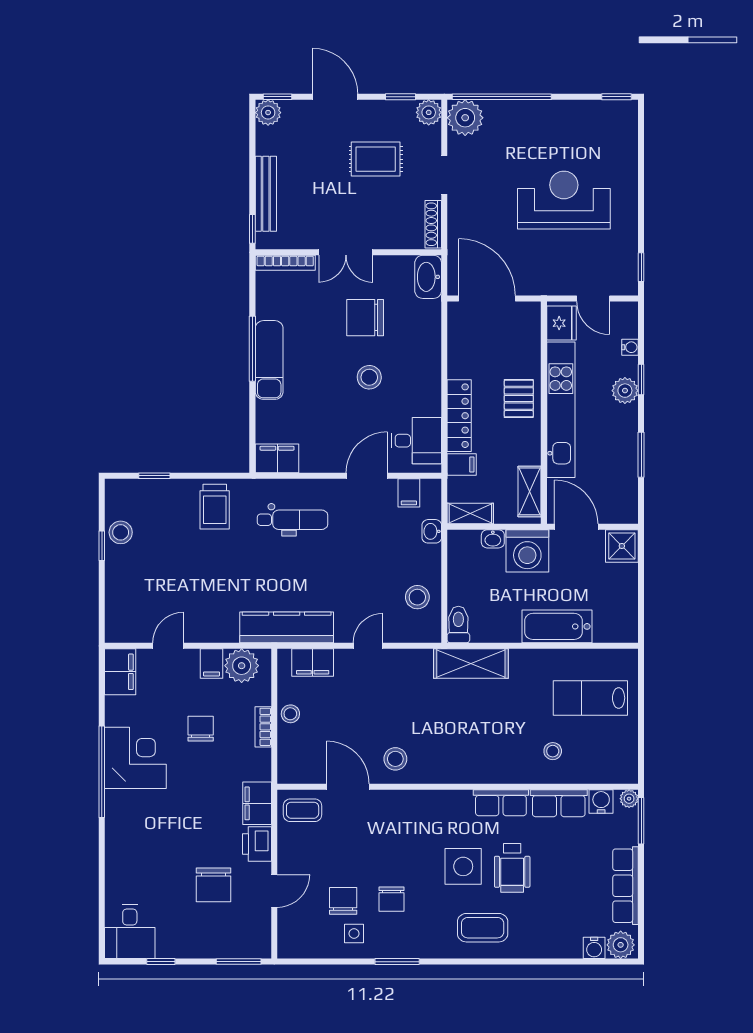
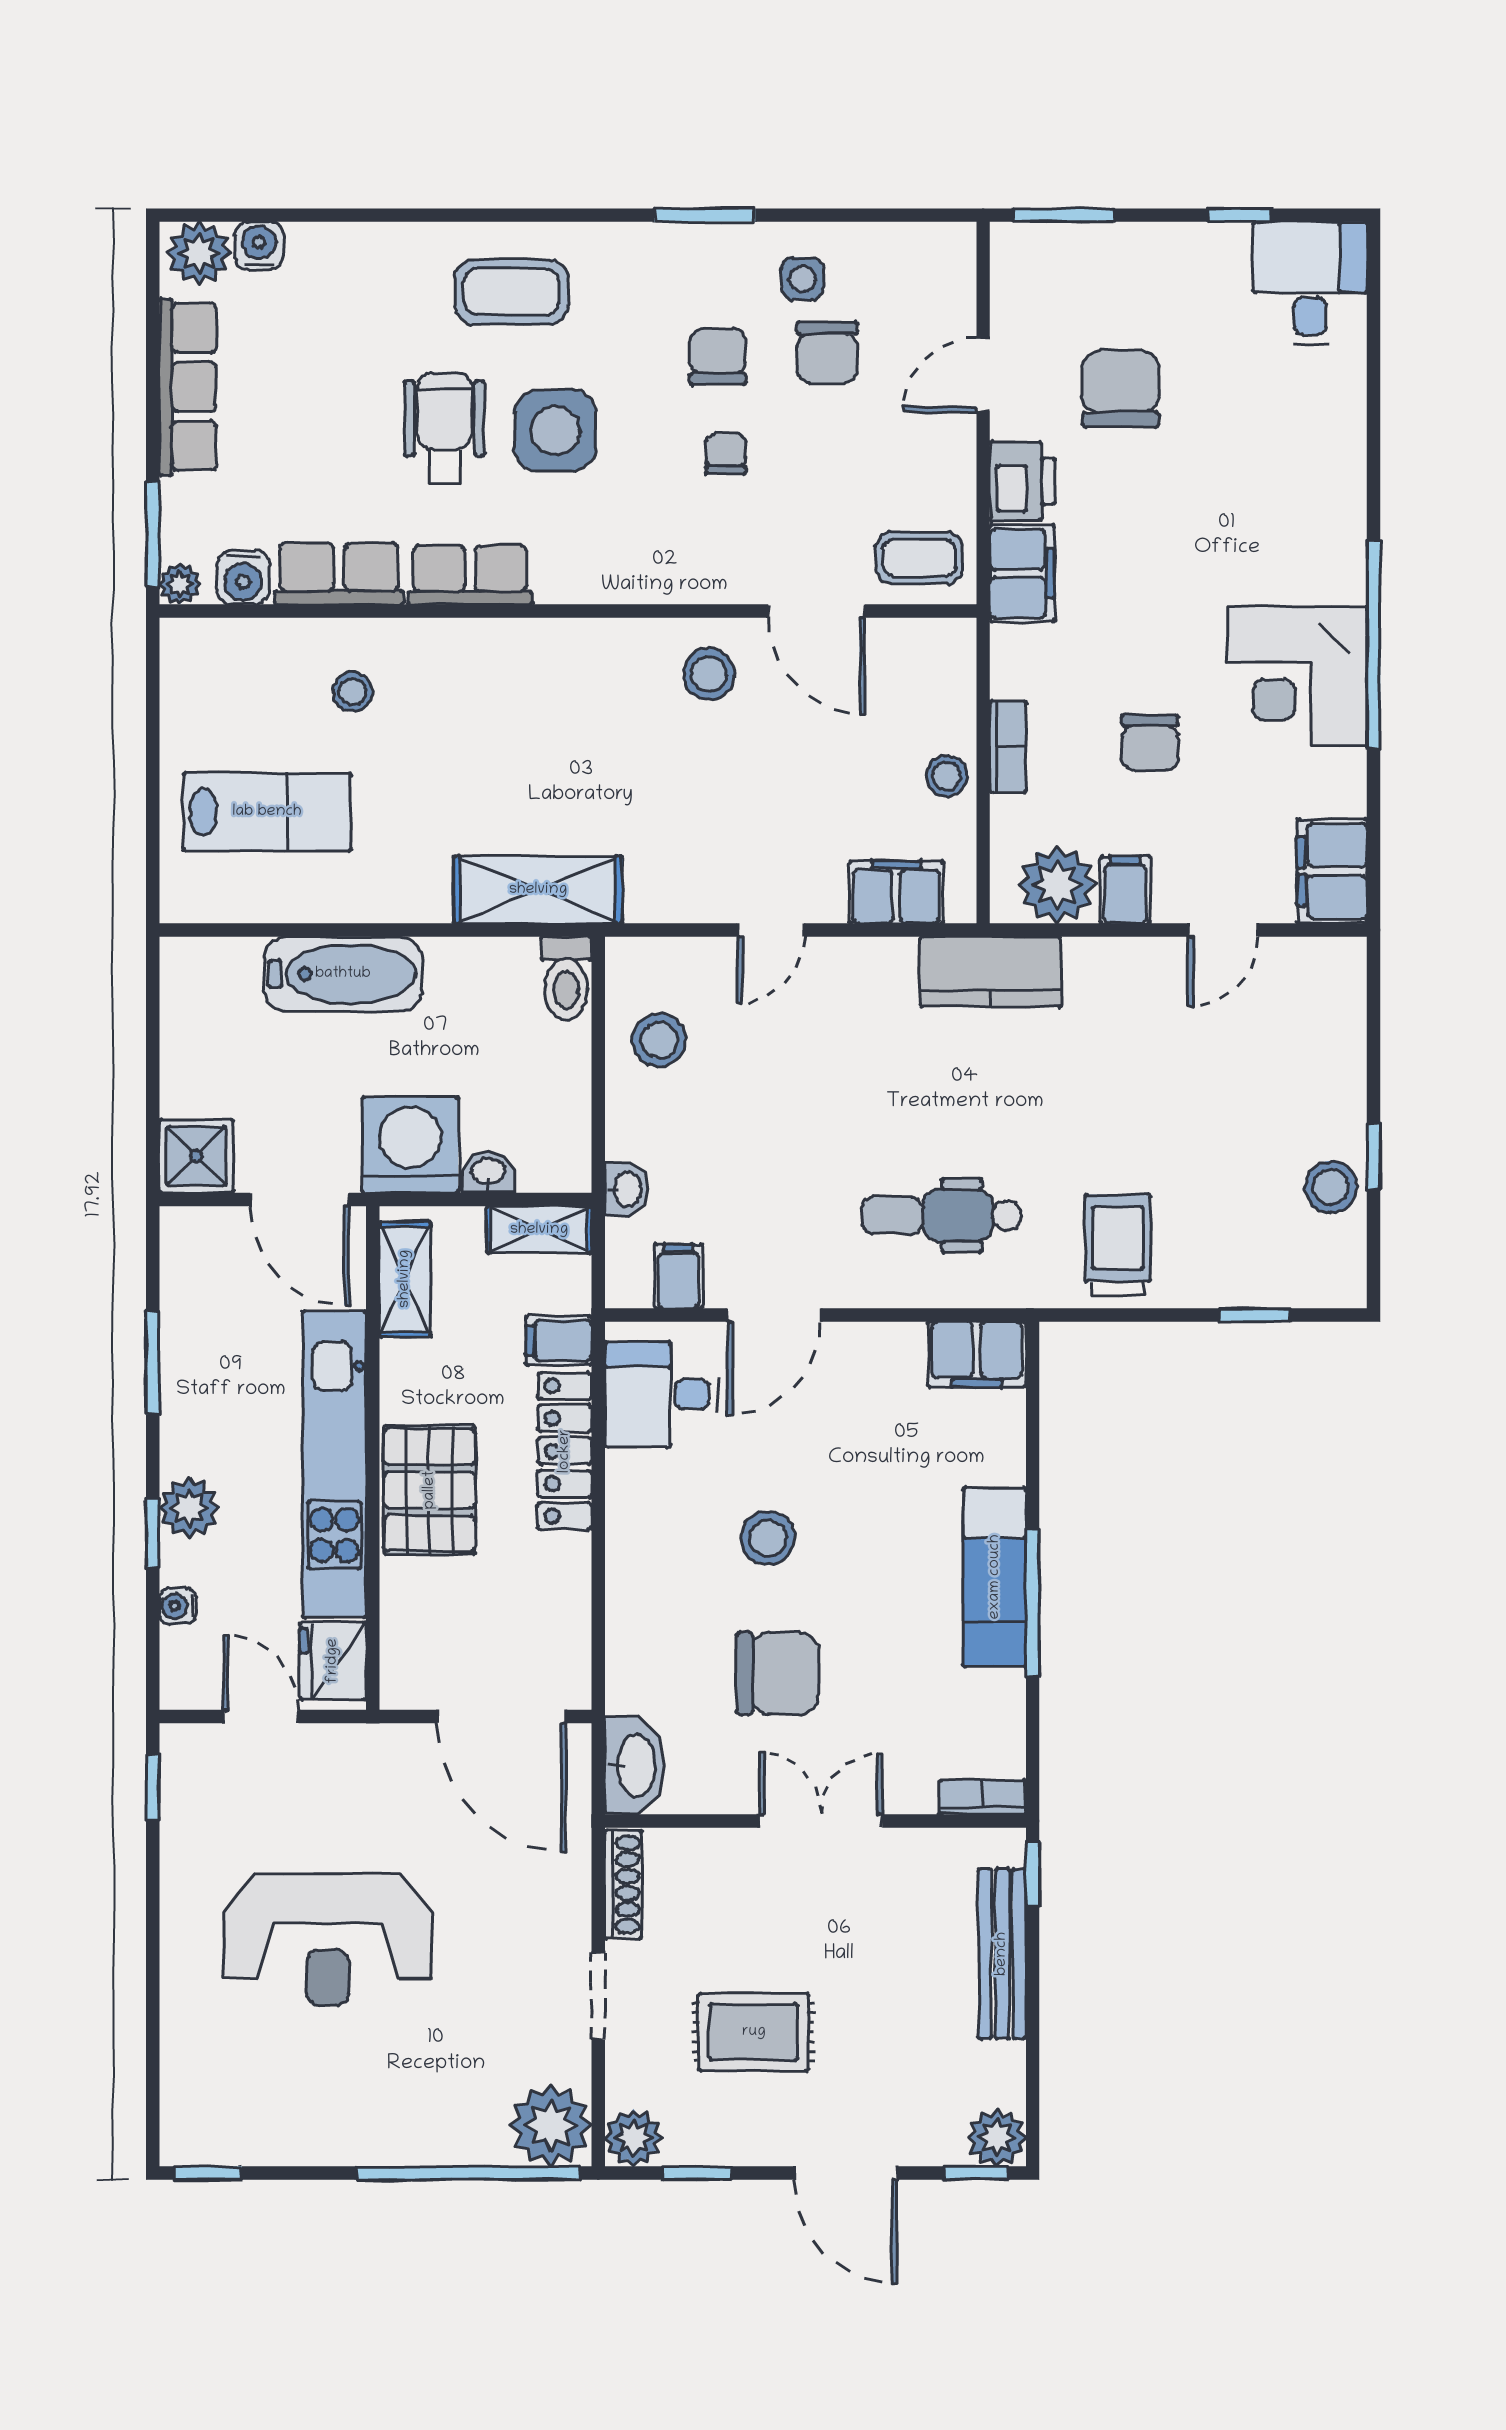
bookcase: (285, 263) -> (983, 1797), width x0.64
pallet: (519, 398) -> (430, 1490), width x1.50, depth x1.42
kitchen counter: (287, 627) -> (990, 972), width x0.67
chair: (388, 856) -> (726, 454), added

